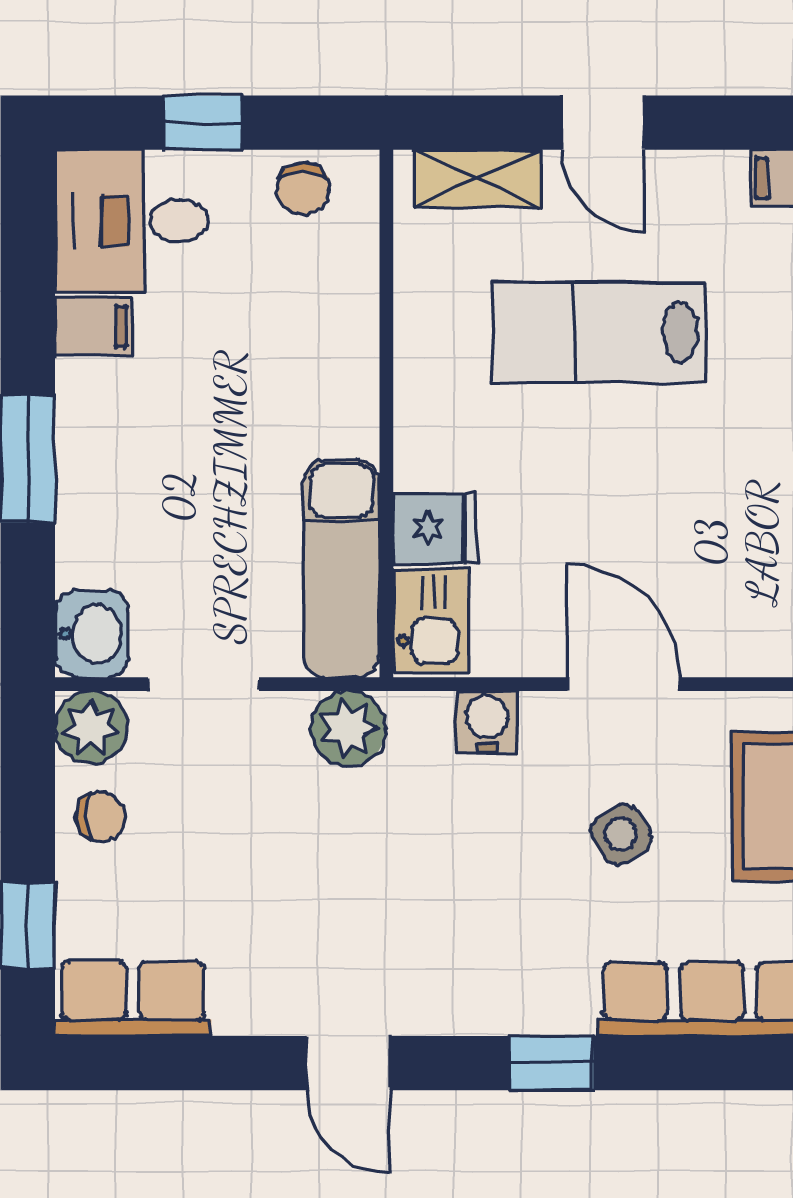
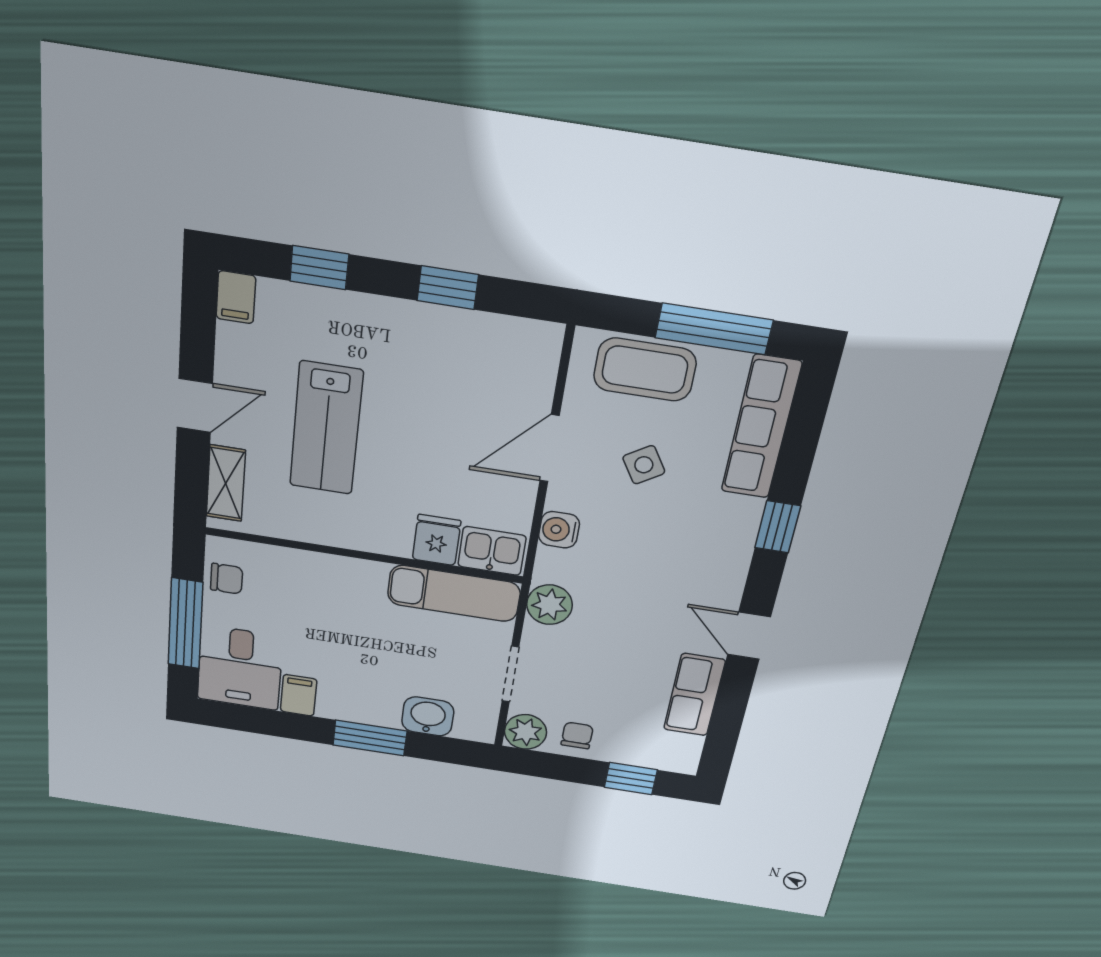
window: (203, 123) -> (185, 624), width x2.17
washbasin: (92, 634) -> (428, 716), moved
row of seats: (133, 999) -> (694, 695), moved
door: (348, 1063) -> (749, 636), swing flipped

